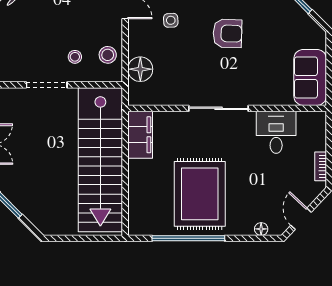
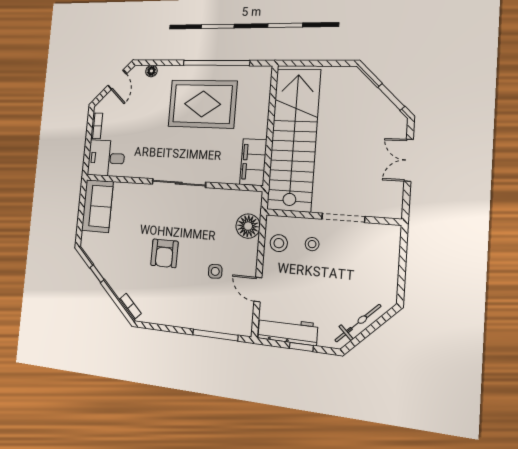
armchair: (227, 33) -> (164, 253), turned -92
desk: (276, 132) -> (106, 158), moved, turned 90
rug: (200, 194) -> (202, 104), turned 90

